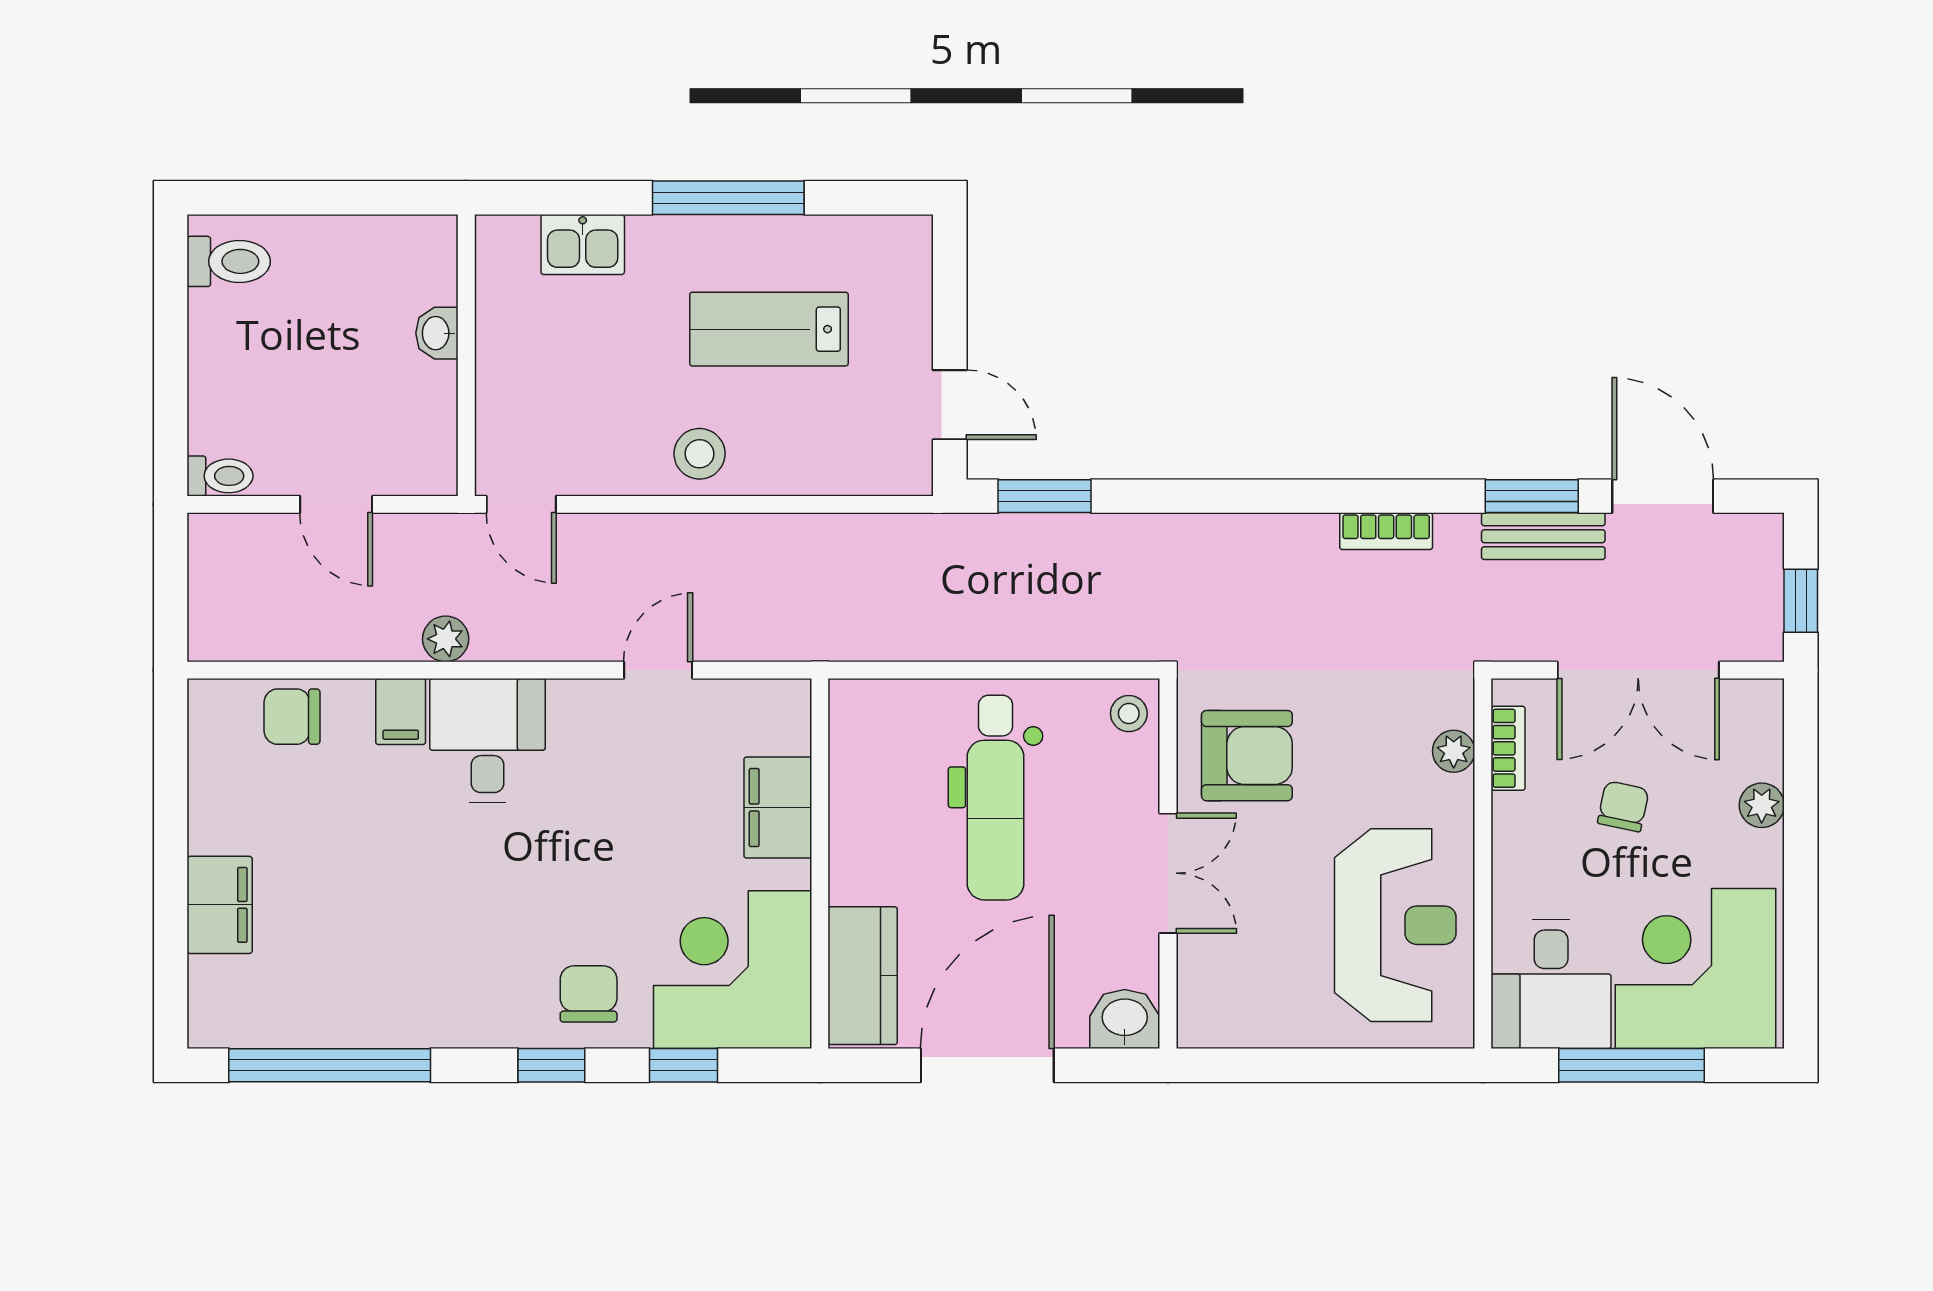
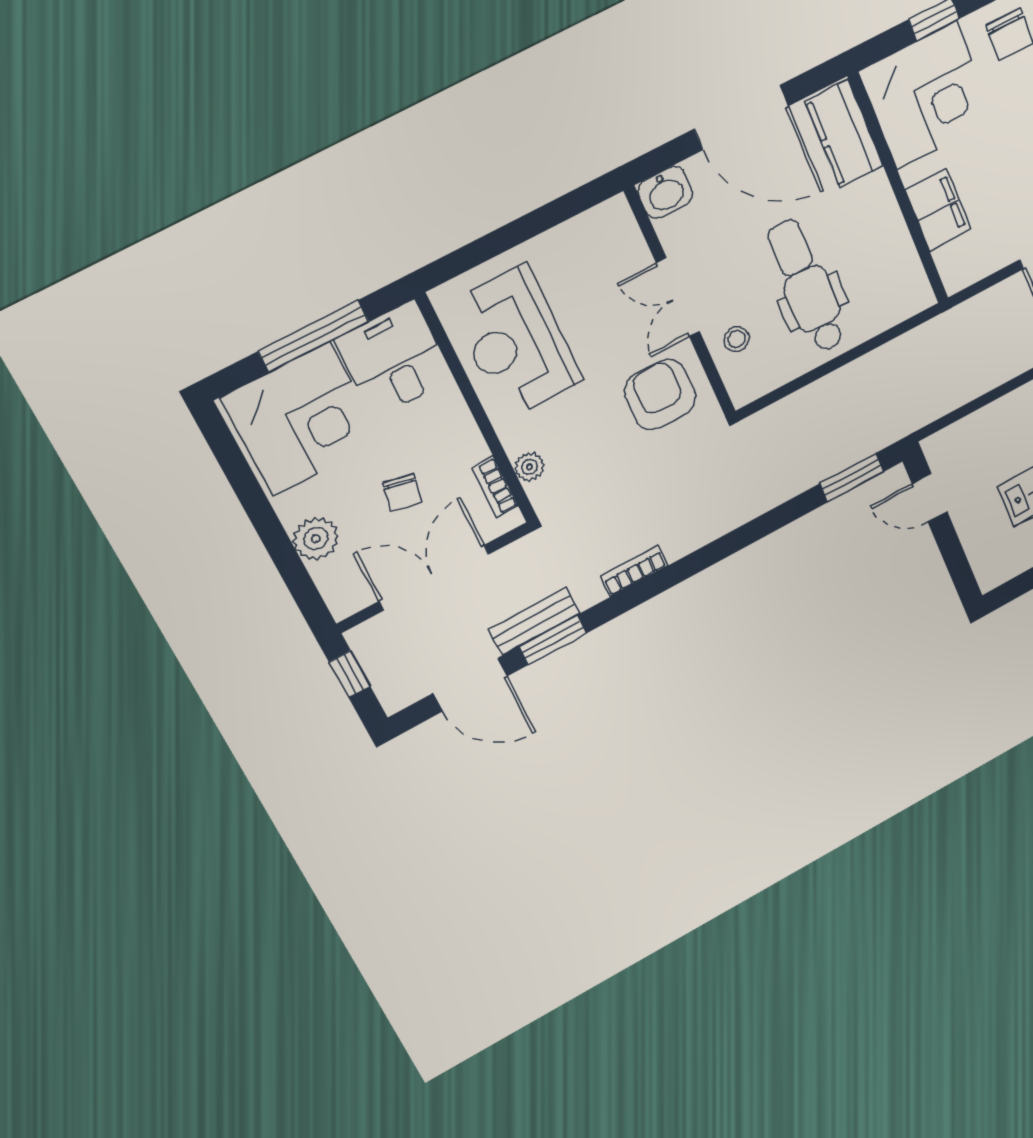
stool: (1129, 714) -> (737, 339), moved
armchair: (1247, 756) -> (660, 395), turned 90
plant: (1762, 805) -> (316, 539), width x1.38, depth x1.38
door: (987, 1065) -> (741, 117), hinge flipped

